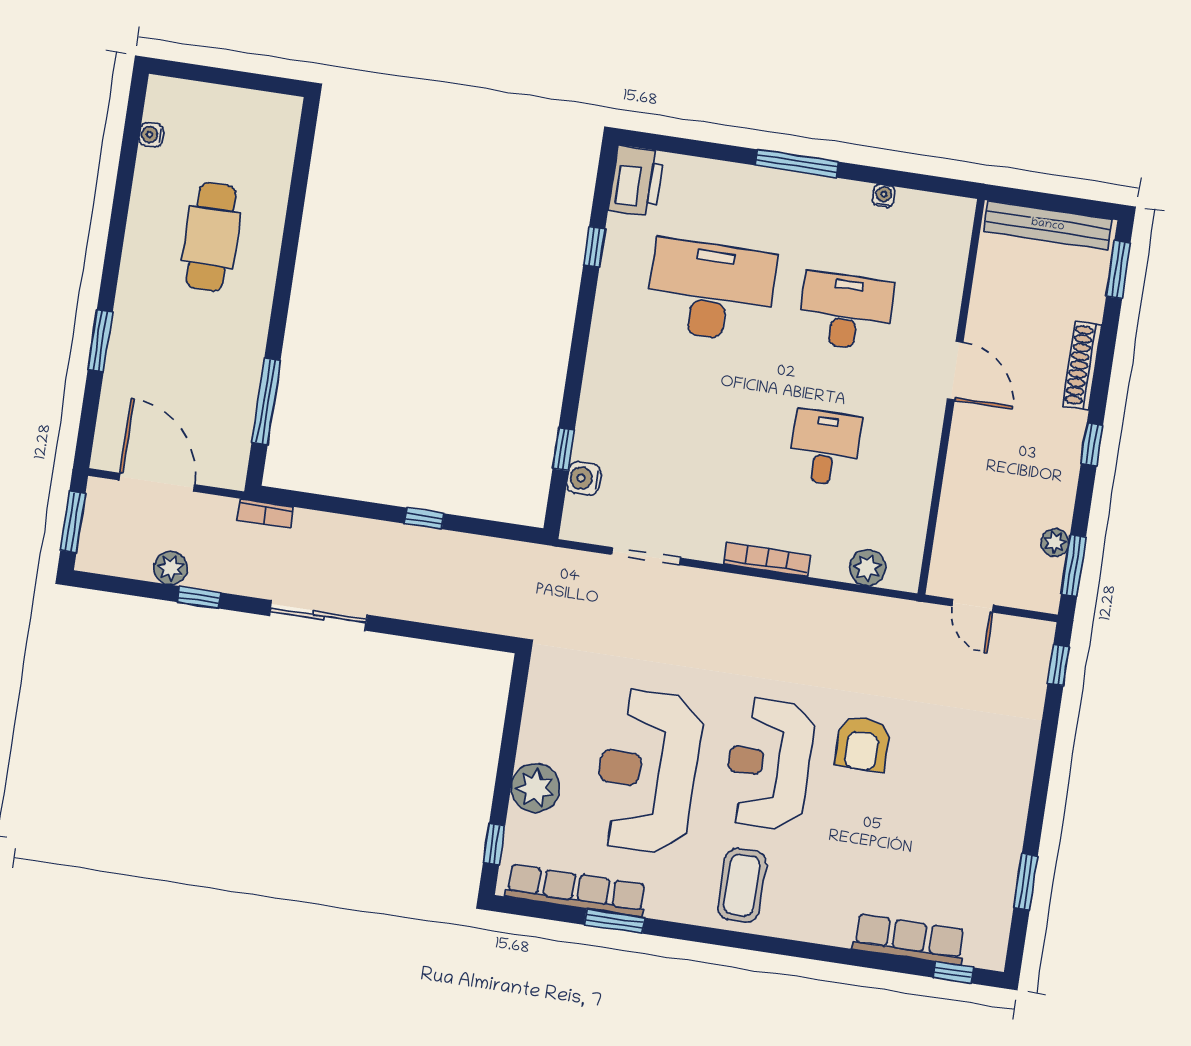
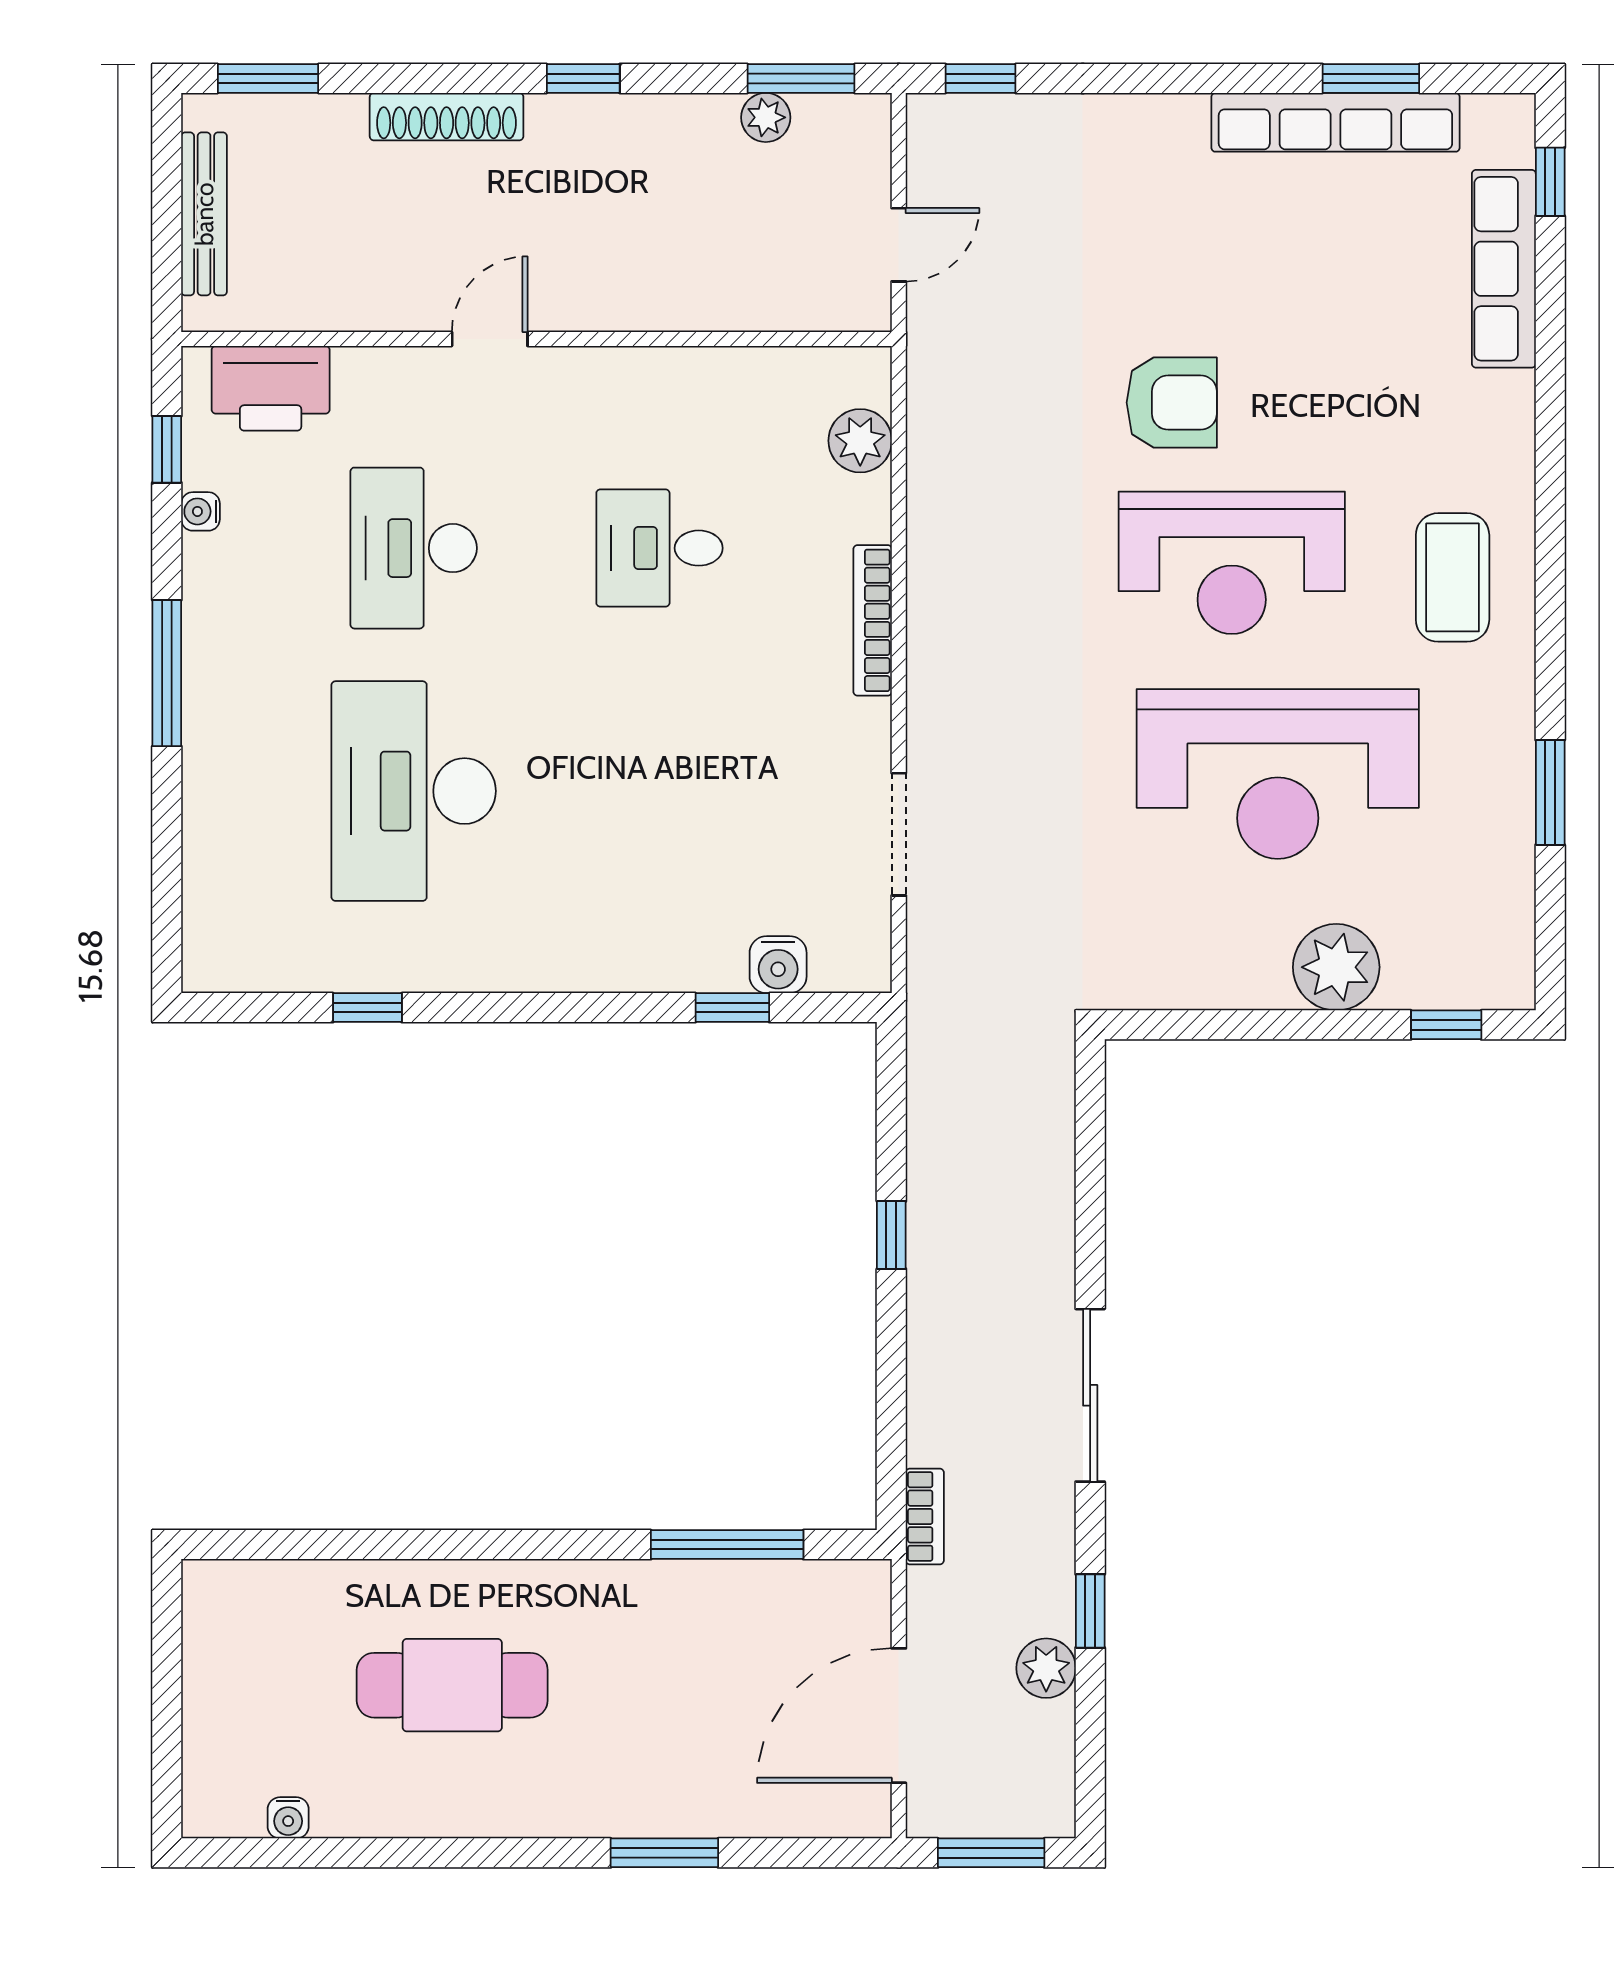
printer: (636, 181) -> (271, 388), moved, turned 180
window: (921, 182) -> (167, 449), added
bench: (1048, 225) -> (204, 214), width x0.73, depth x0.82
door: (955, 371) -> (490, 339), width x0.73
coffee table: (742, 885) -> (1453, 577), turned 90
row of seats: (576, 891) -> (1335, 122), moved, turned -90

